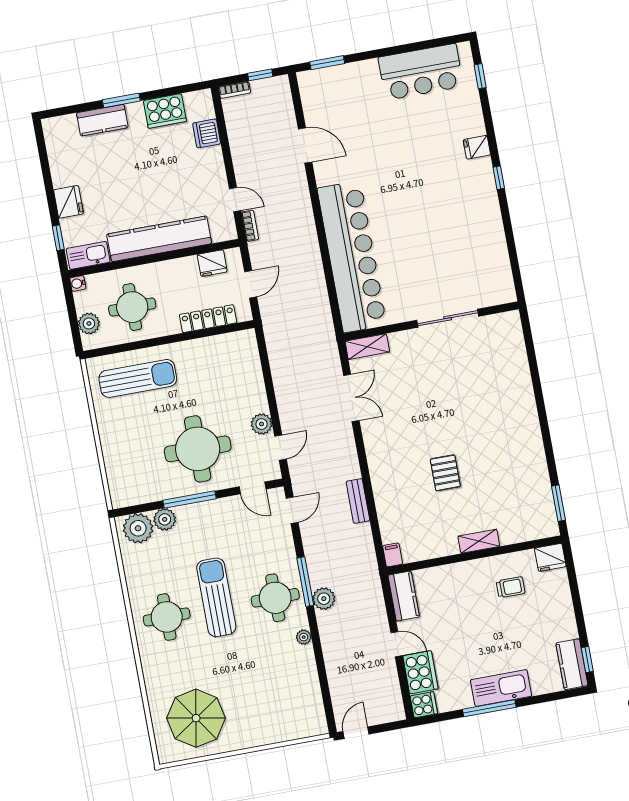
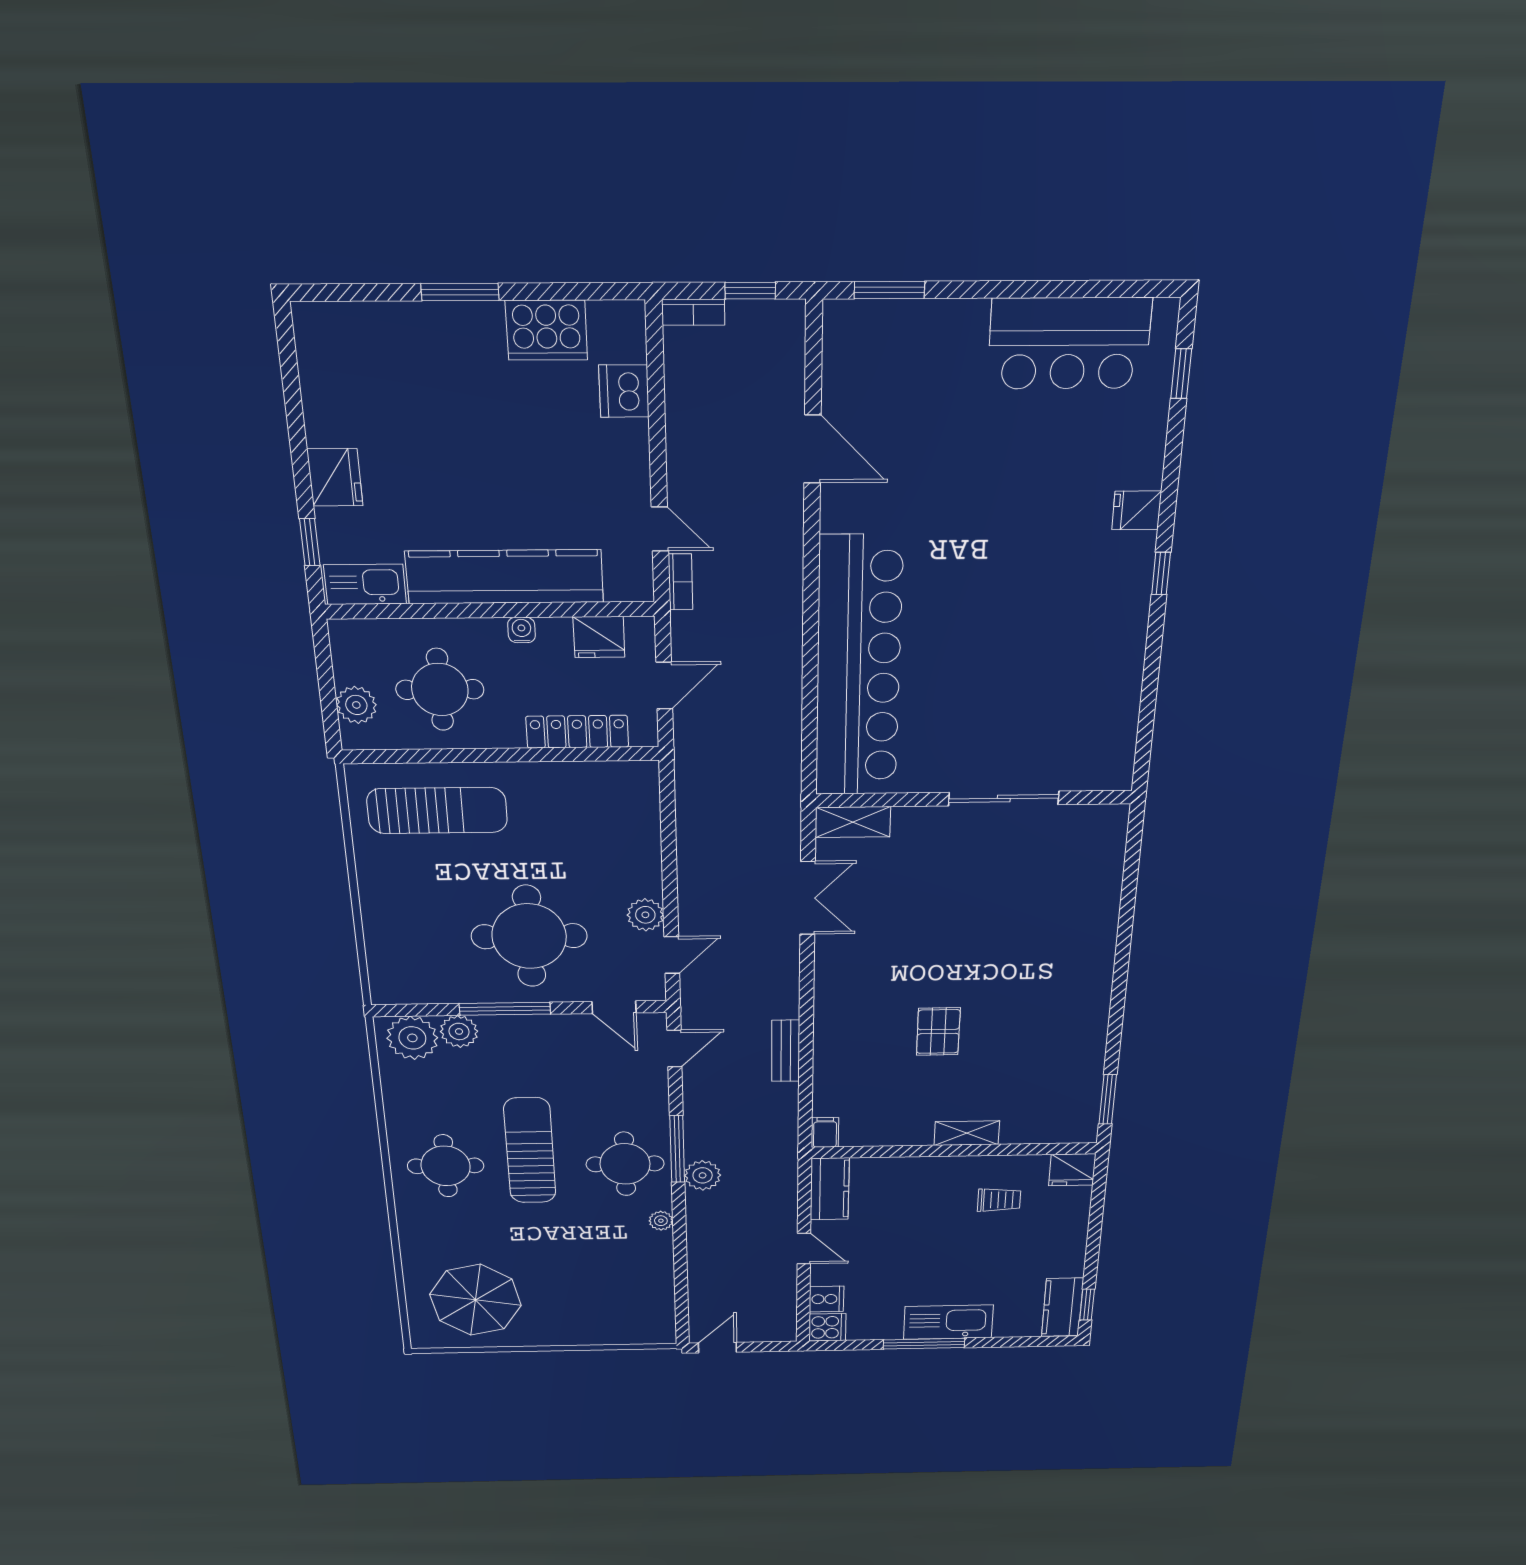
kitchen counter: (102, 120) -> (417, 326), removed
water cooler: (78, 283) -> (522, 630), moved, turned 90
cooker: (420, 672) -> (826, 1299), width x0.53, depth x0.76

